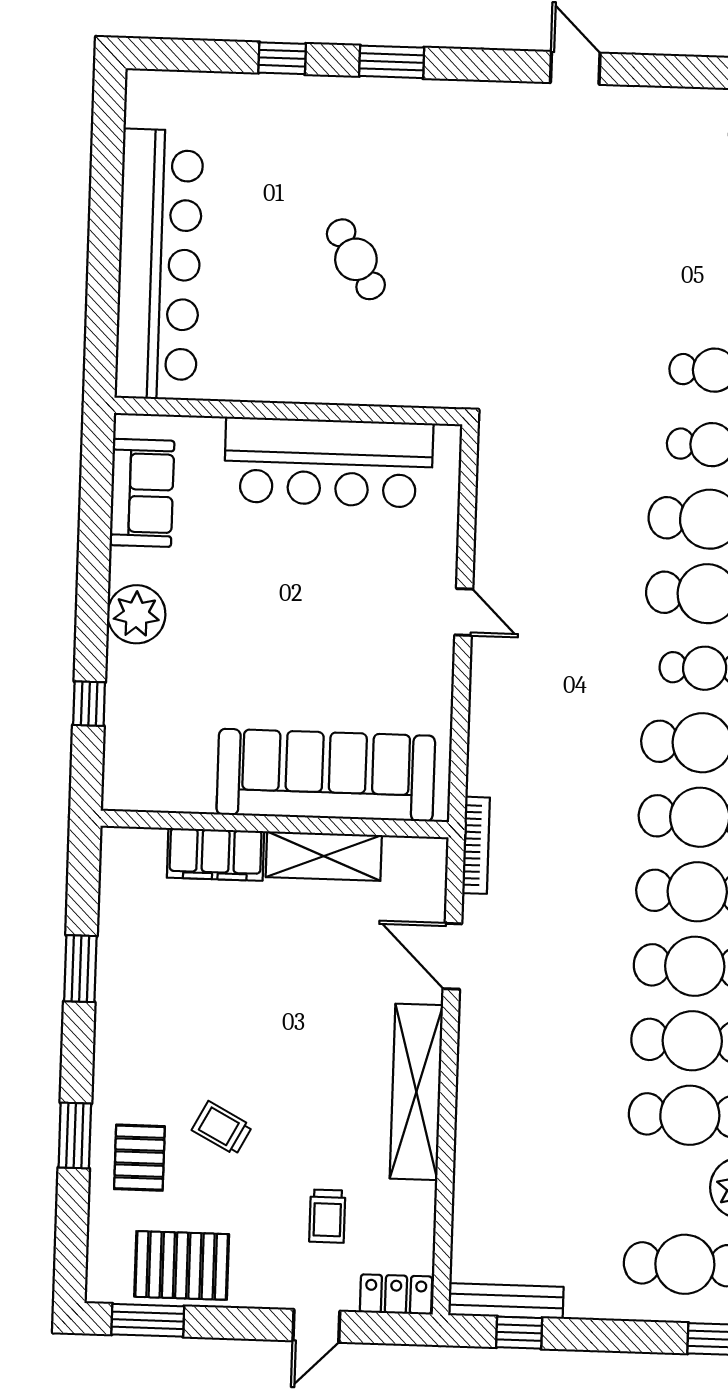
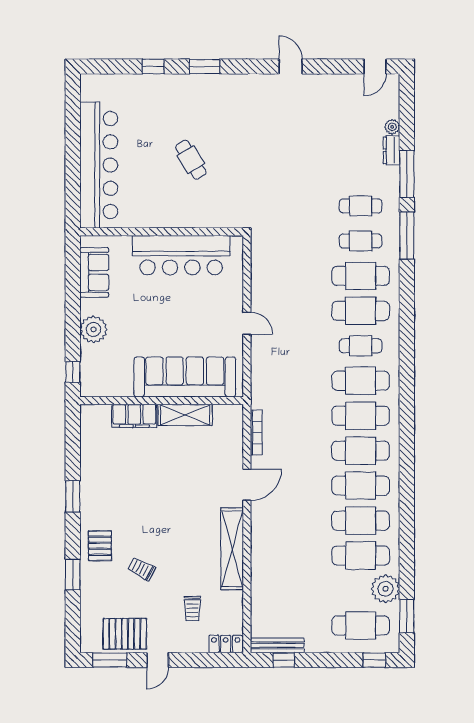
sofa: (326, 775) -> (185, 377), moved
wall: (275, 824) -> (162, 401), moved
filing cabinet: (215, 854) -> (134, 416), moved
shelving: (324, 856) -> (185, 415), moved
door: (452, 956) -> (247, 485), swing flipped
pallet: (139, 1158) -> (100, 546), moved
door: (316, 1326) -> (158, 660), moved

